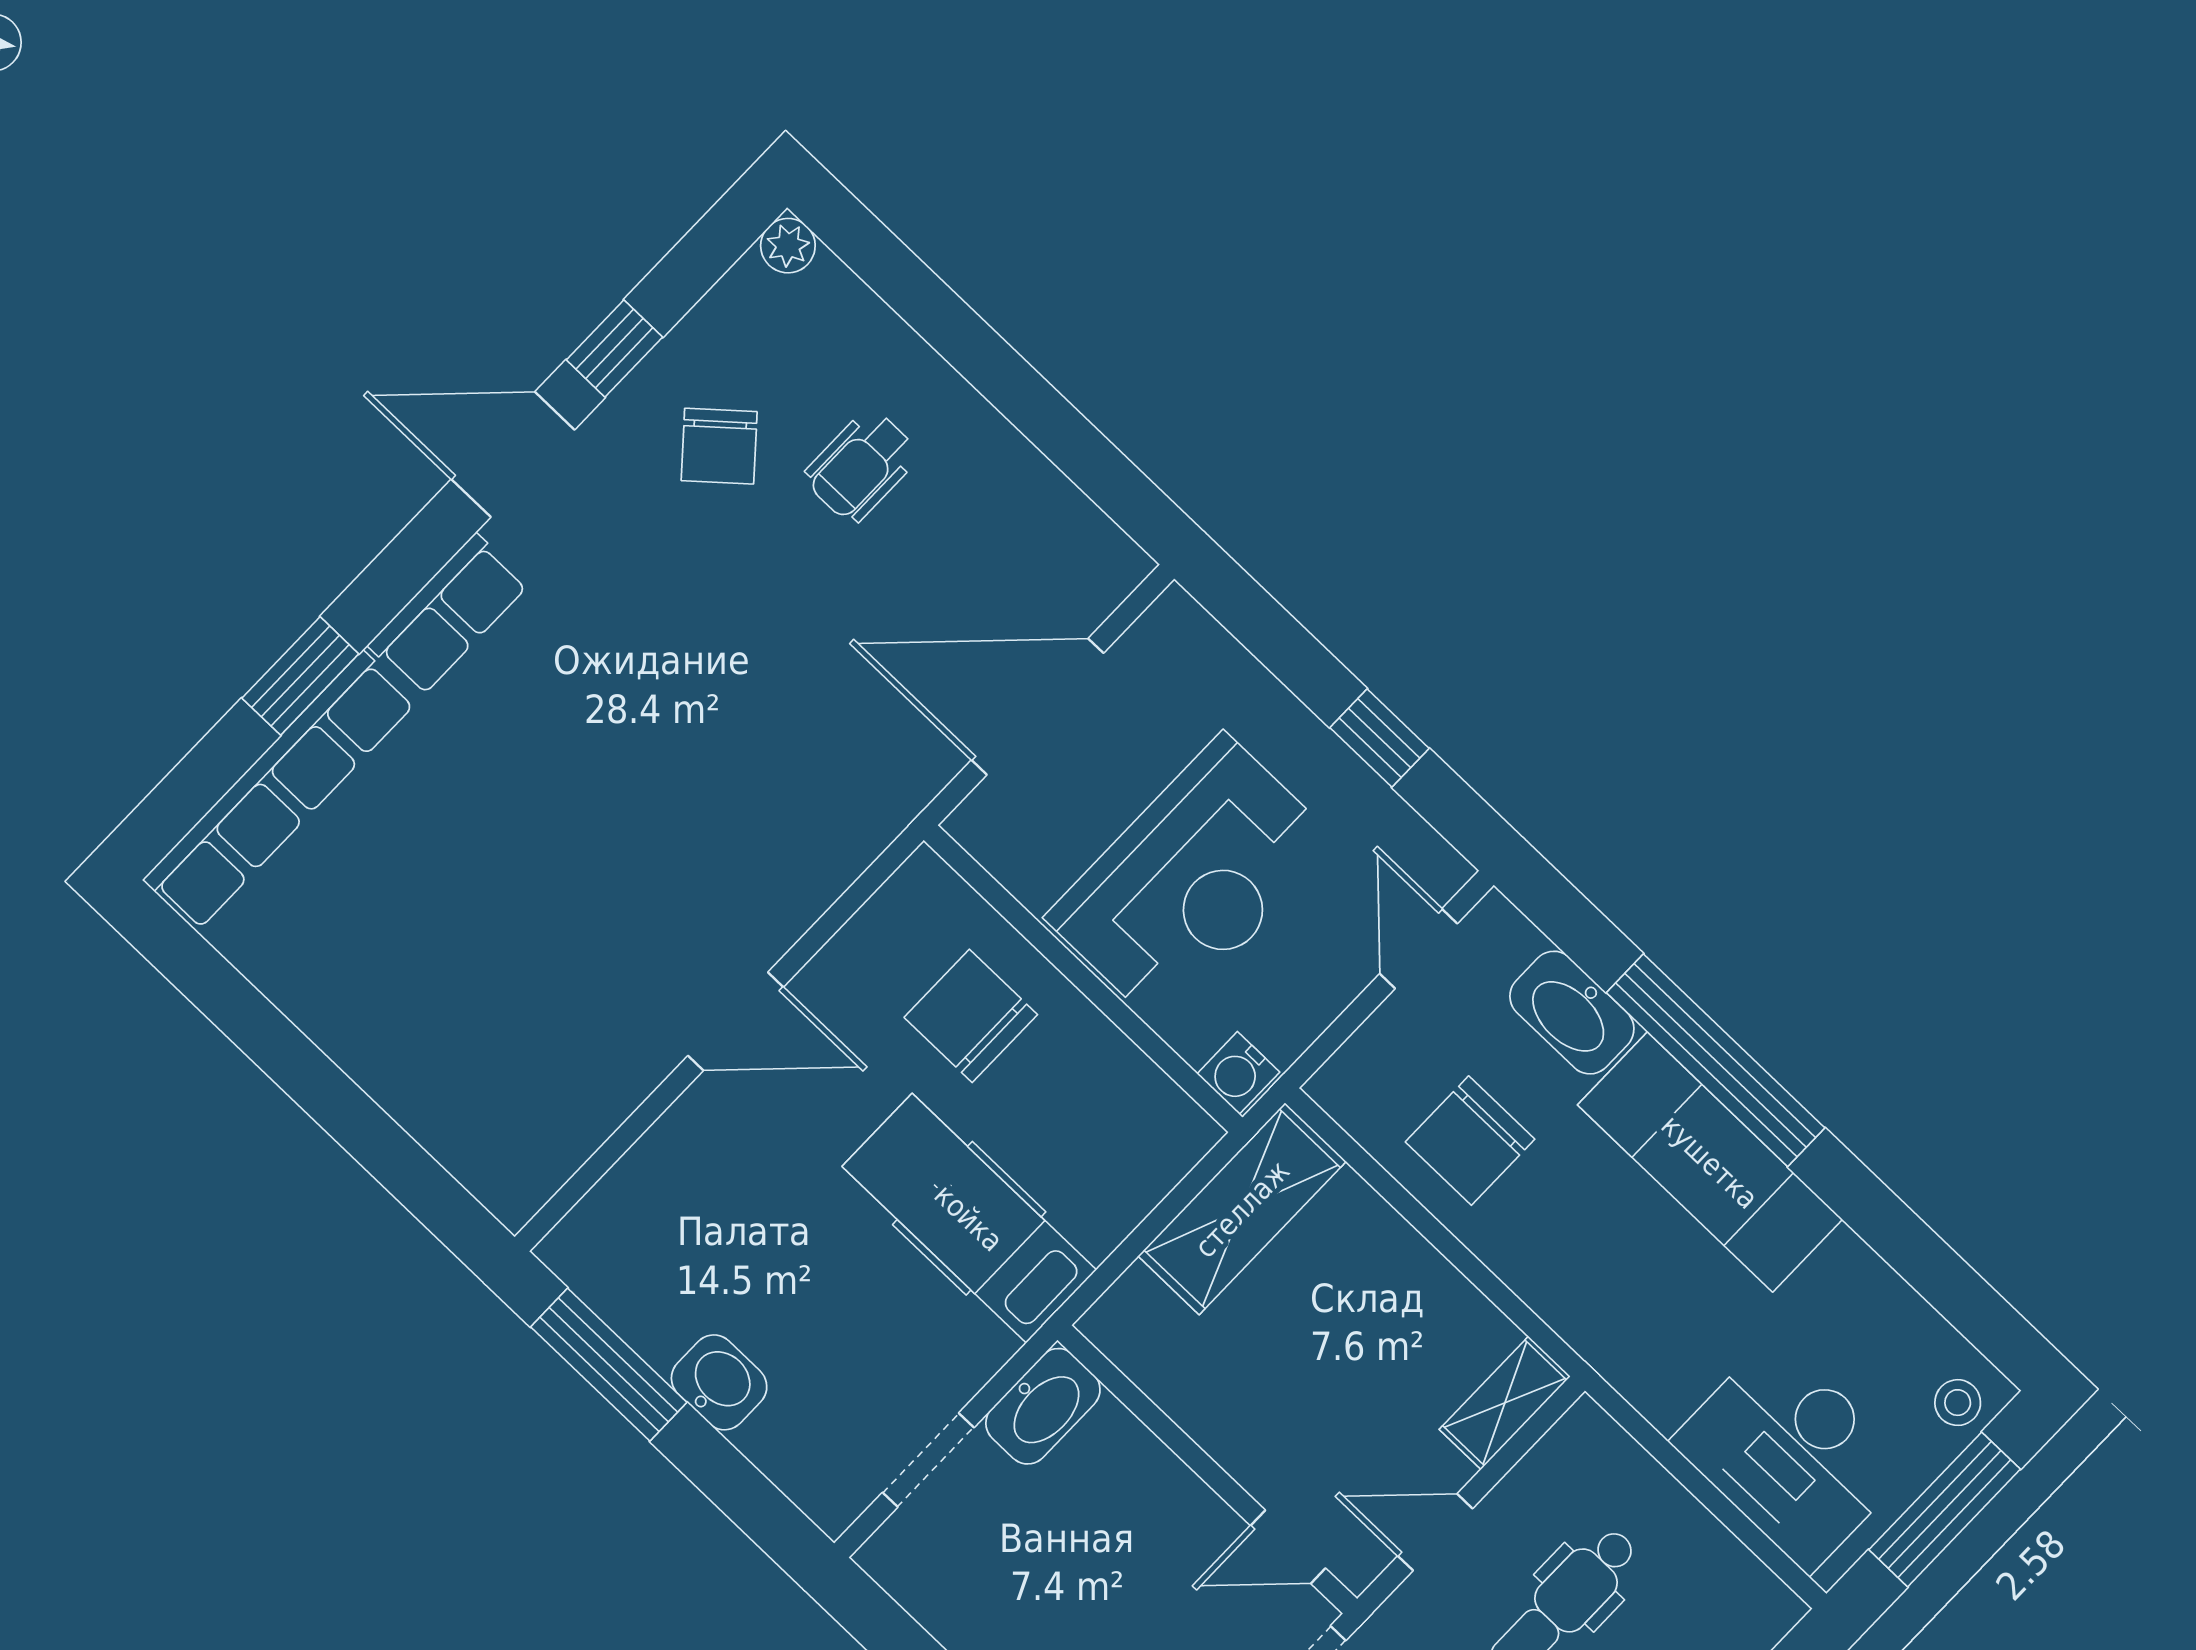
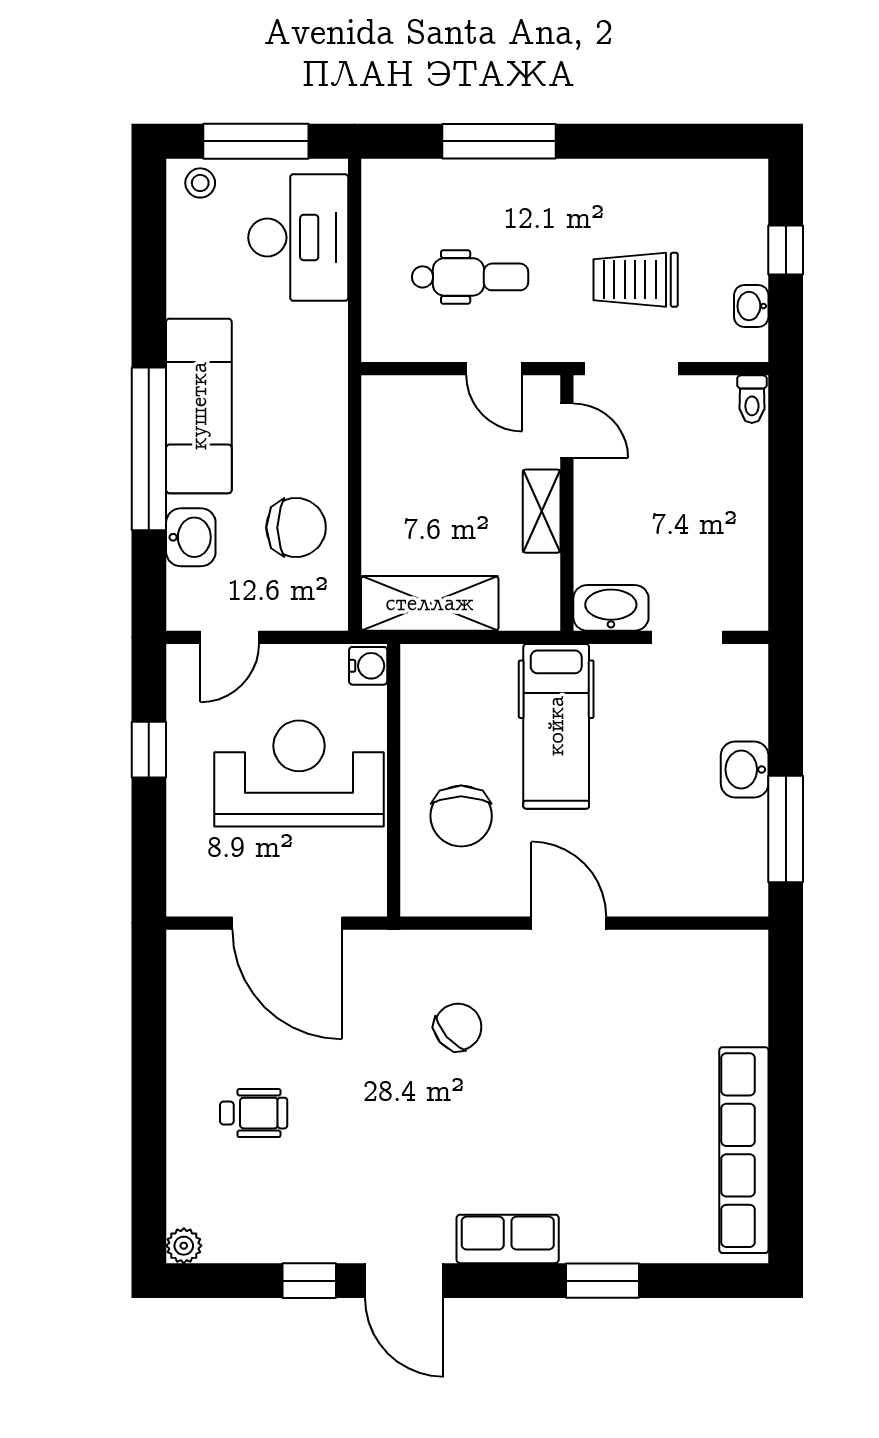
chair: (719, 446) -> (458, 1027), moved
row of seats: (280, 791) -> (744, 1150), moved, turned -90
washbasin: (1572, 1013) -> (191, 537), width x0.72
shelving: (1505, 1403) -> (542, 511), moved, turned 90

